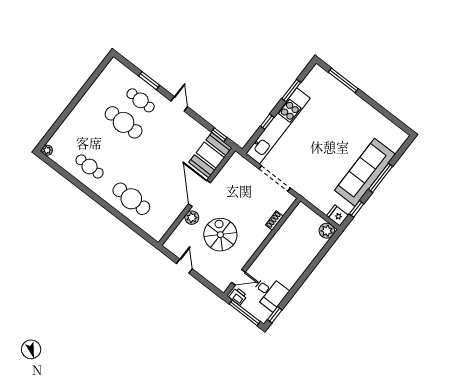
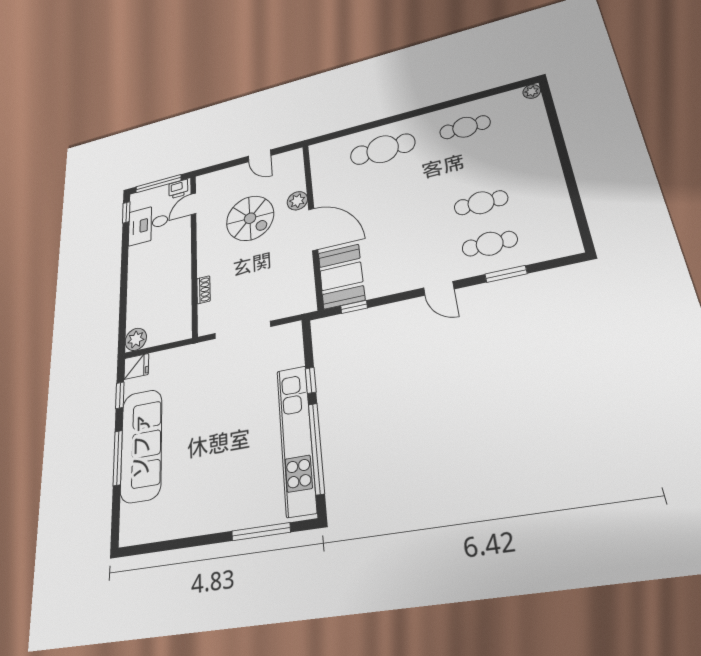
window: (291, 91) -> (316, 448), width x2.11
cafe table: (124, 122) -> (481, 203), width x0.73, depth x0.74
kitchen unit: (278, 126) -> (296, 439), moved

